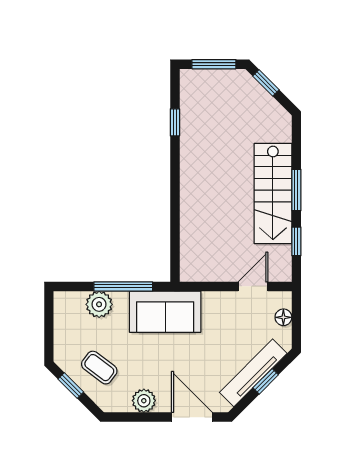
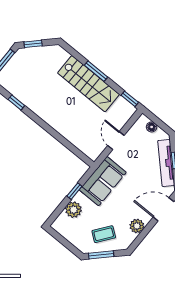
window: (296, 241) -> (130, 99), moved
window: (123, 286) -> (74, 191), width x0.46
door: (253, 286) -> (116, 140), moved
window: (71, 386) -> (101, 255), width x1.50

